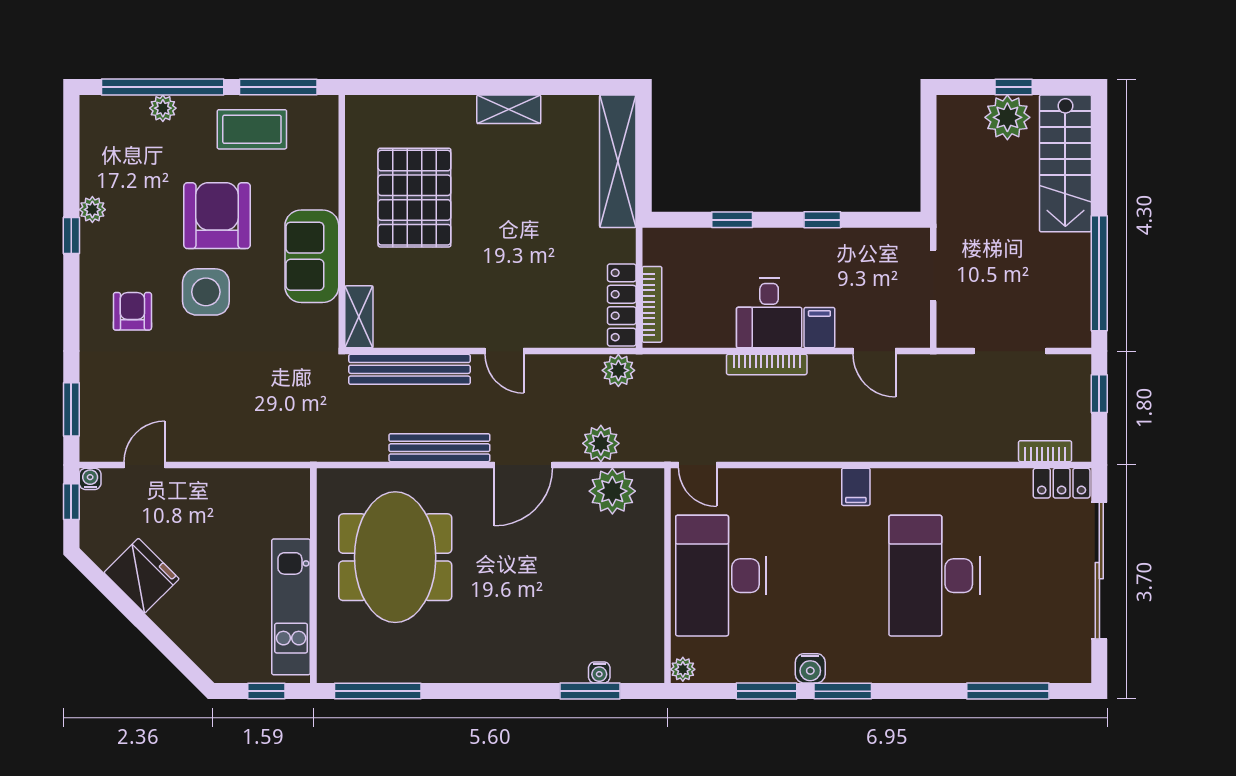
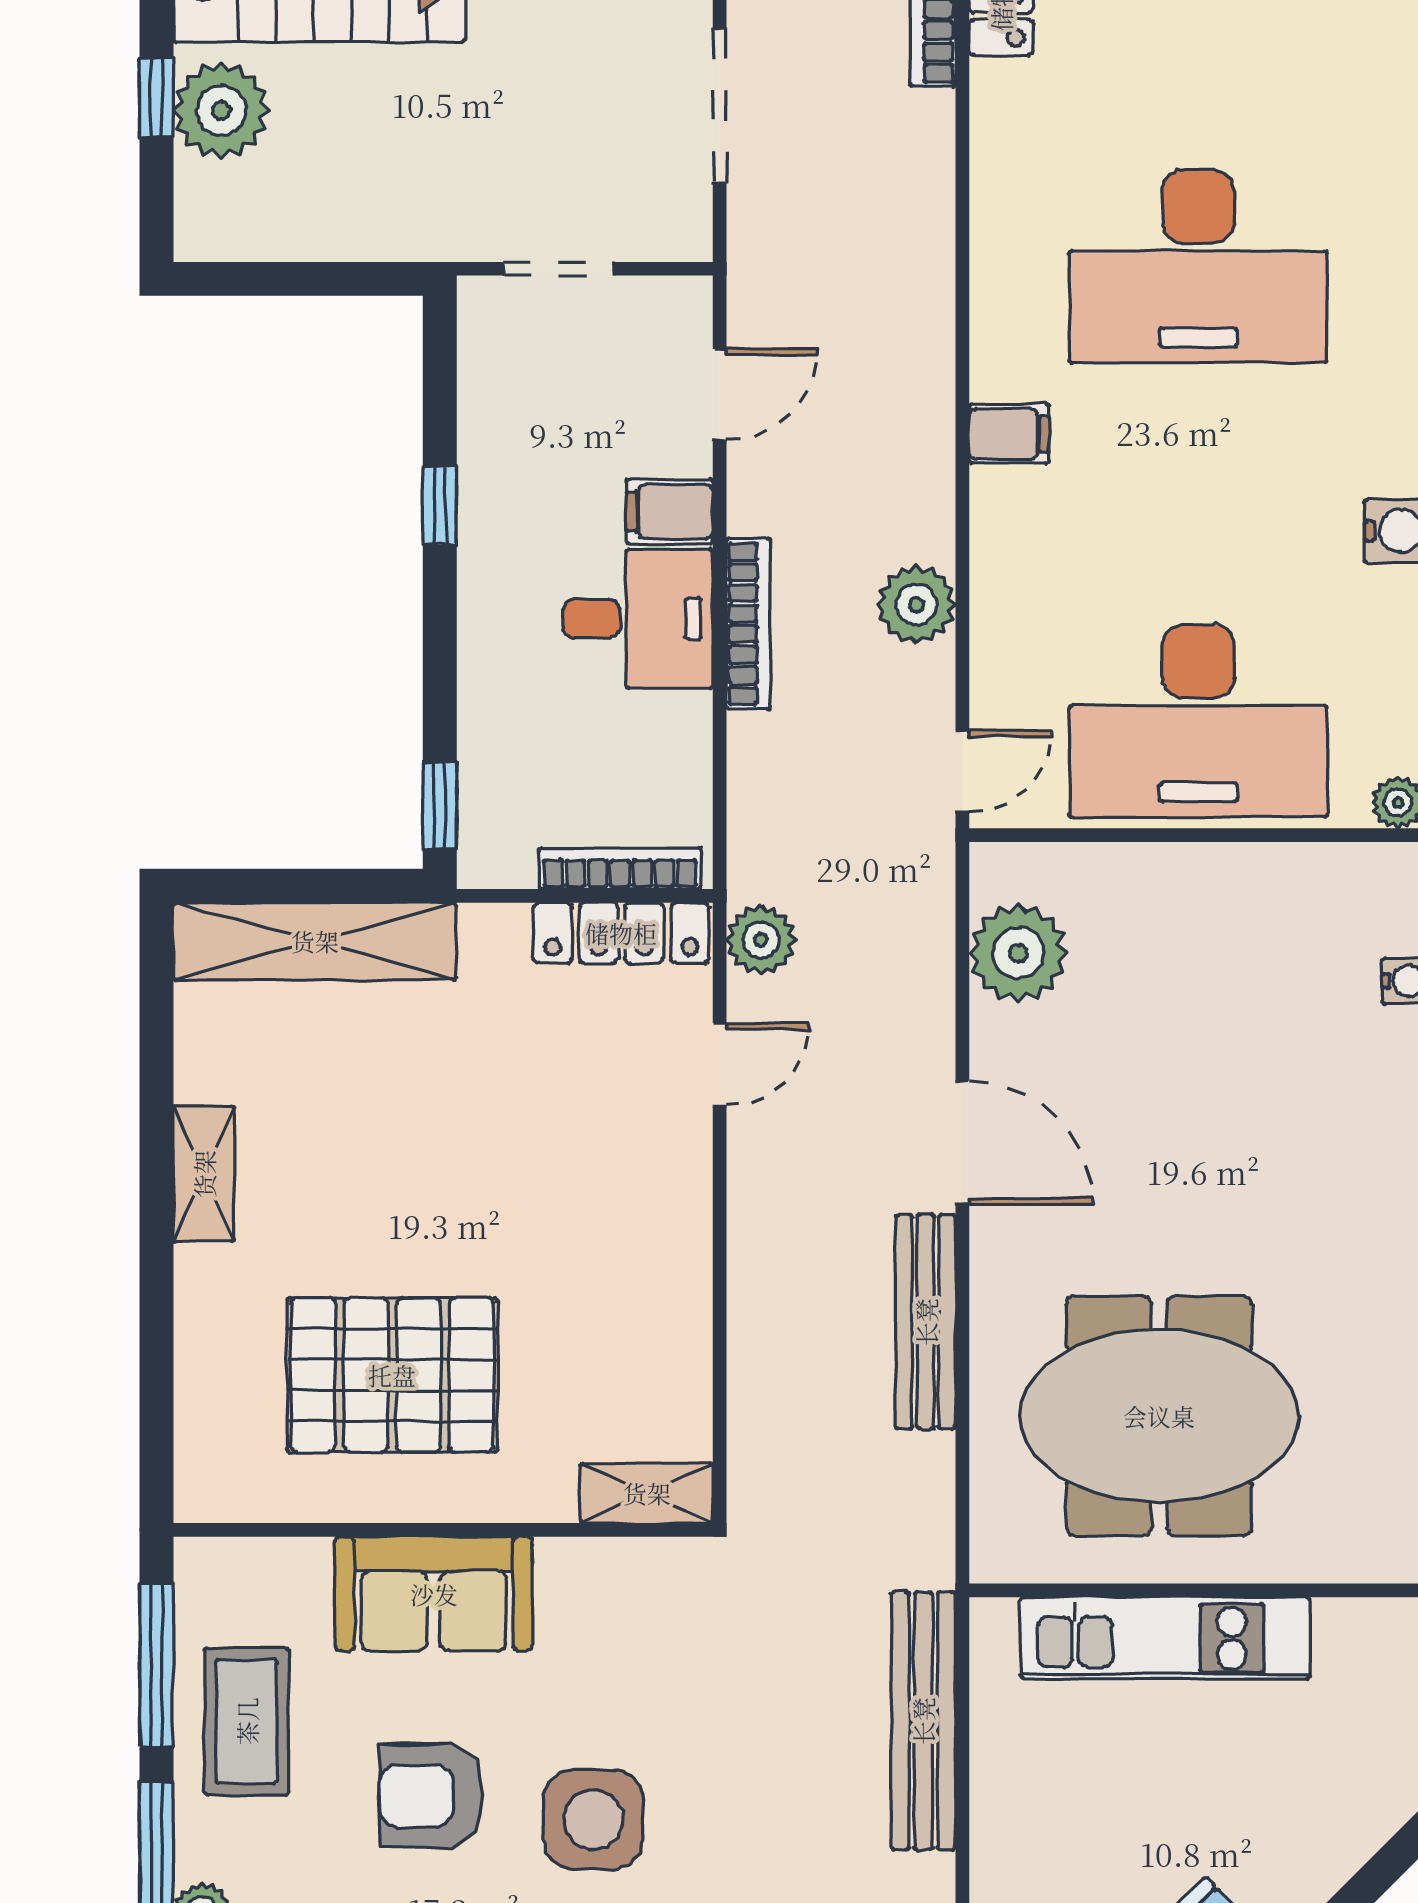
armchair: (217, 216) -> (431, 1796), width x0.73, depth x0.73
window: (732, 220) -> (440, 806), moved
sofa: (312, 256) -> (434, 1594), moved
door: (504, 351) -> (720, 1064), moved
bench: (409, 369) -> (923, 1721), moved
plant: (601, 443) -> (917, 605), moved
kitchen unit: (291, 607) -> (1165, 1638), moved

